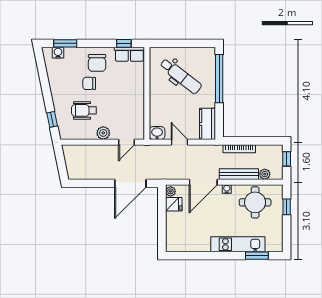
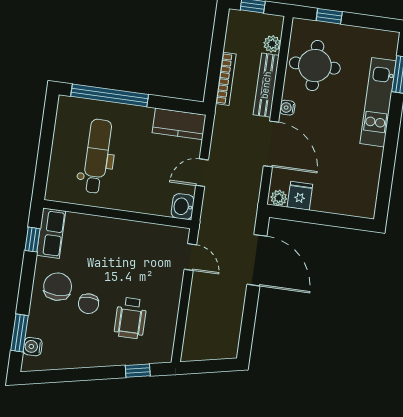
chair: (97, 63) -> (58, 287), turned -90
dental chair: (181, 76) -> (97, 156), turned -38
plant: (103, 133) -> (171, 292), removed

